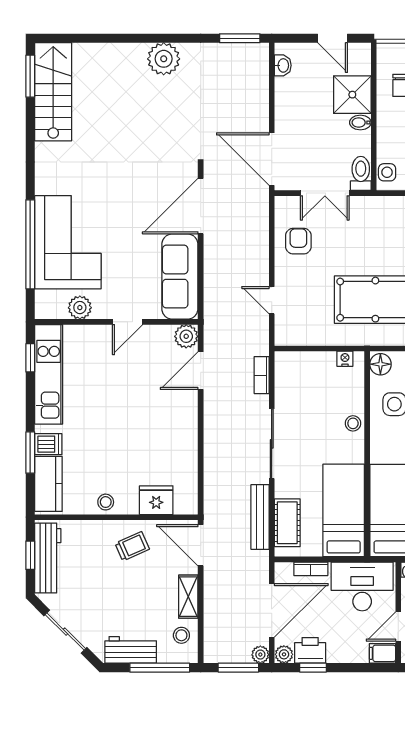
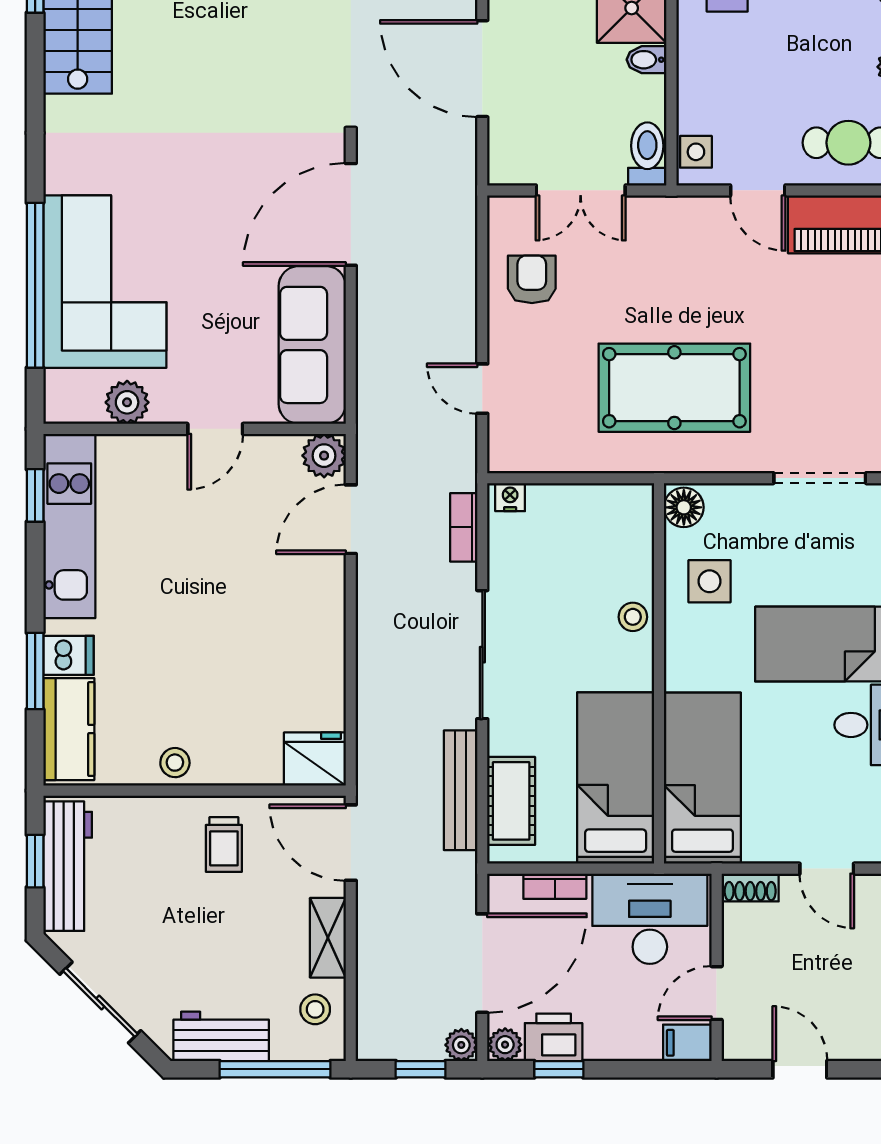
door: (272, 159) -> (482, 69), moved
nightstand: (345, 359) -> (510, 497), moved
fridge: (156, 500) -> (315, 759), moved
trolley: (132, 546) -> (224, 845), turned 114
window: (238, 668) -> (421, 1069), width x0.67

